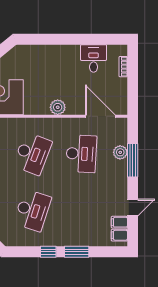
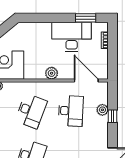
window: (100, 39) -> (86, 18), added
desk: (94, 58) -> (72, 37), width x1.87, depth x1.30
window: (133, 160) -> (112, 116), width x0.46

